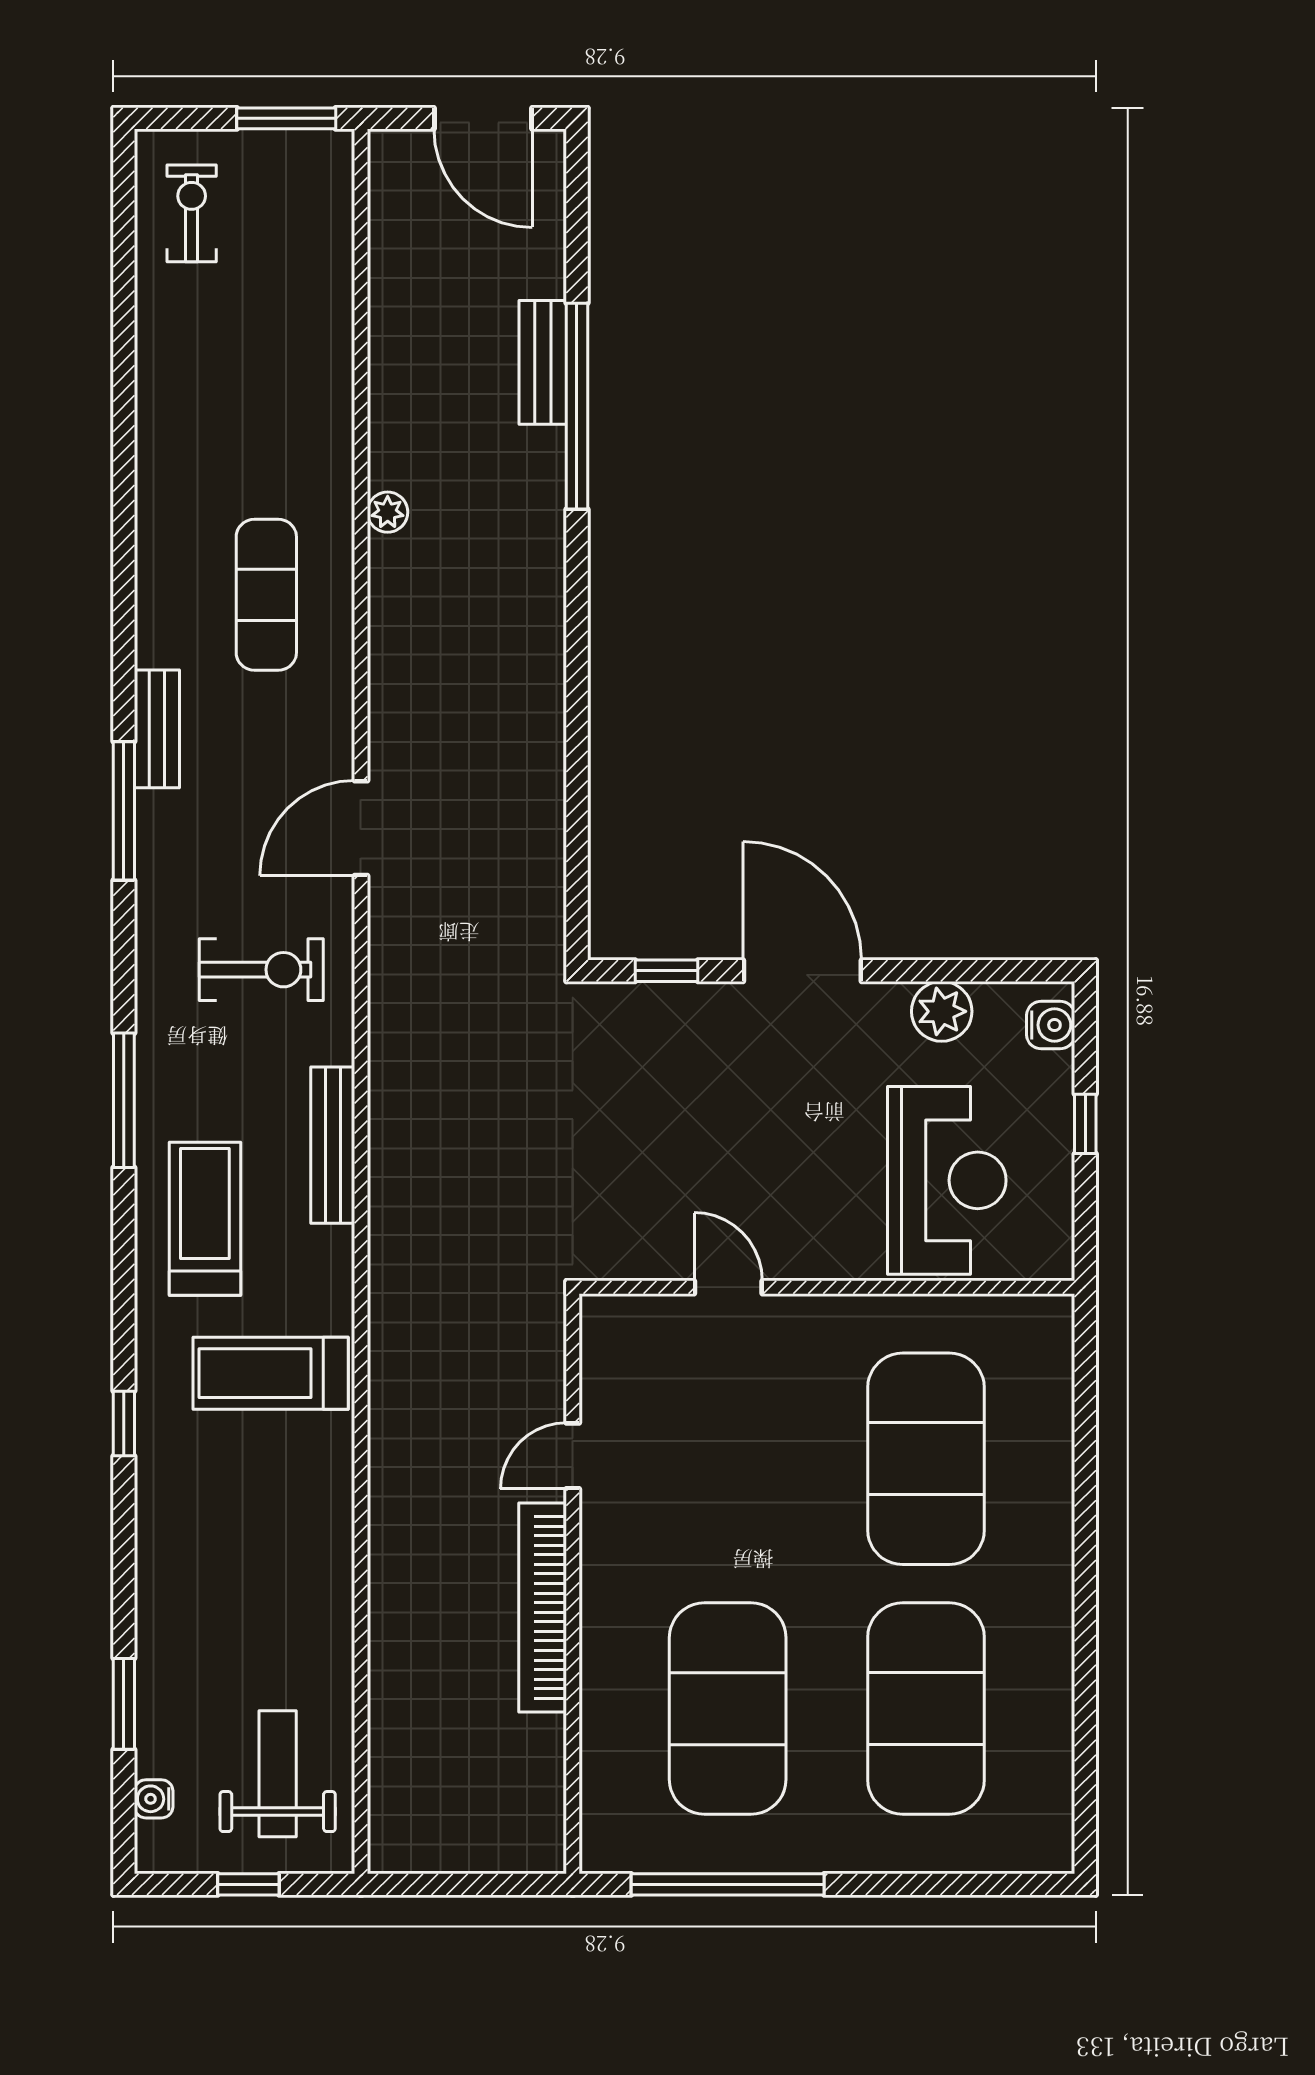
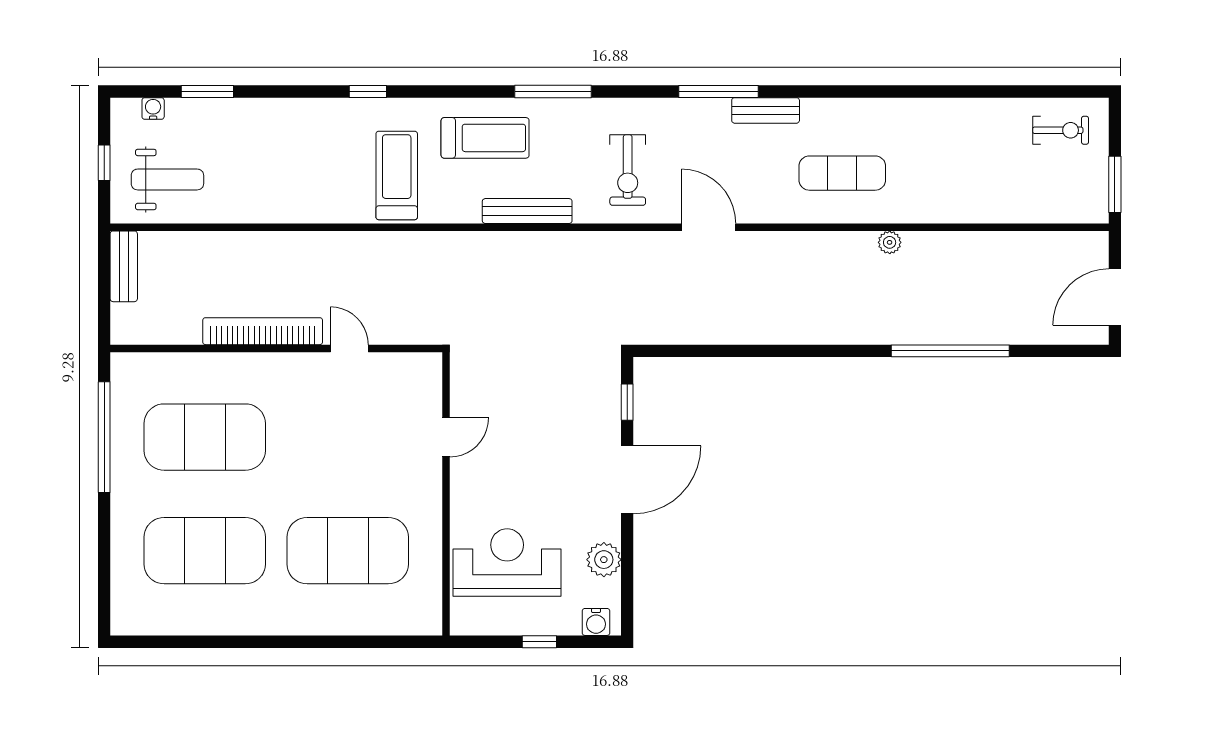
bench: (543, 362) -> (124, 266), moved, turned 90
reception desk: (947, 1180) -> (507, 563), turned 180

